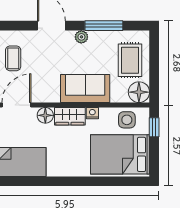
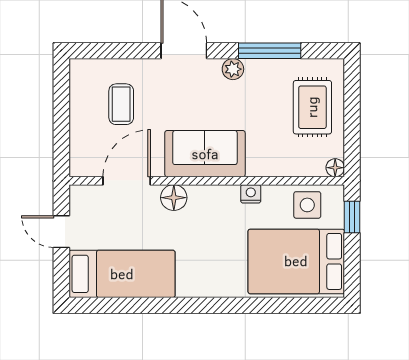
sofa: (85, 89) -> (205, 154), moved
floor lamp: (139, 92) -> (335, 168), width x0.53, depth x0.53
wardrobe: (70, 116) -> (214, 199), removed

